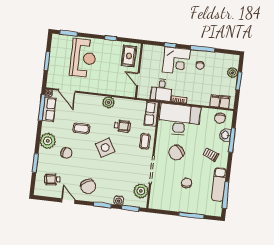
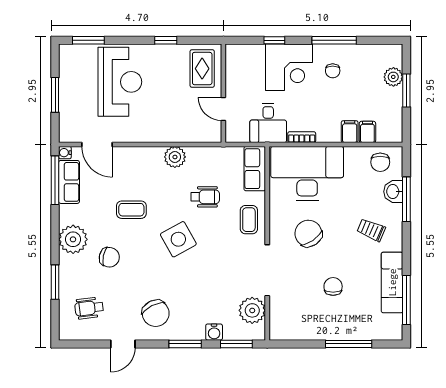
filing cabinet: (225, 102) -> (350, 132), moved
chair: (176, 153) -> (308, 233), turned 98
door: (68, 201) -> (123, 344), swing flipped

